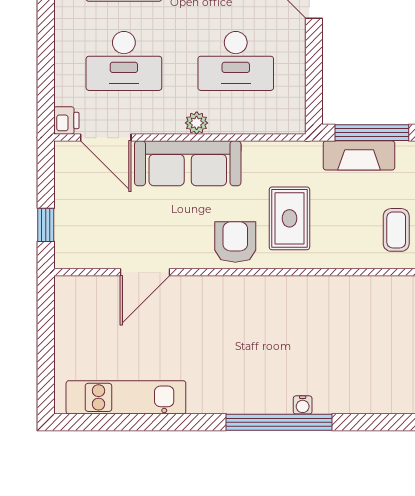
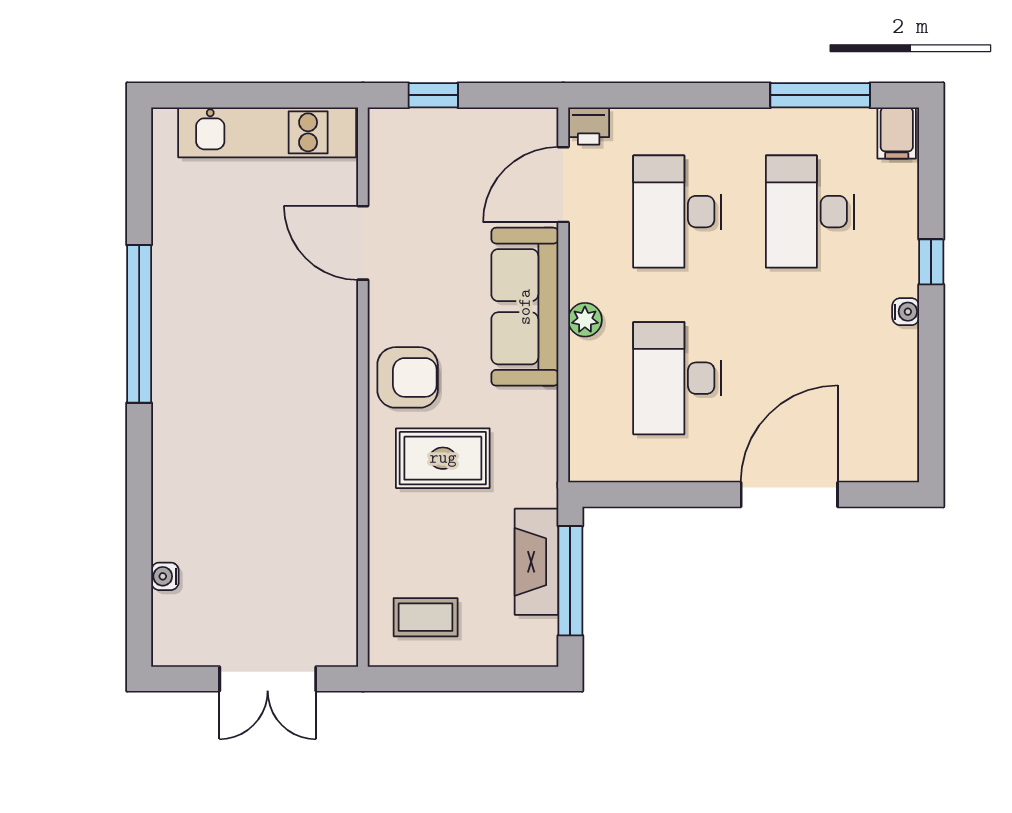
kitchen unit: (126, 397) -> (267, 132), moved, turned 90
water cooler: (303, 405) -> (165, 576), moved
window: (279, 422) -> (139, 324), moved

